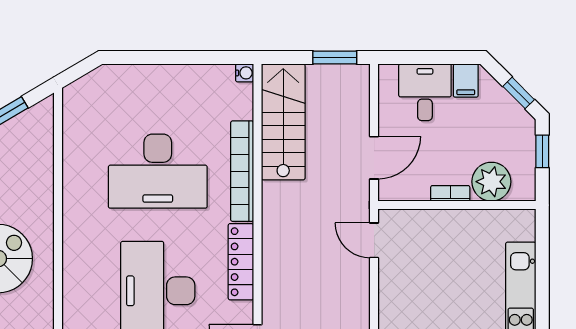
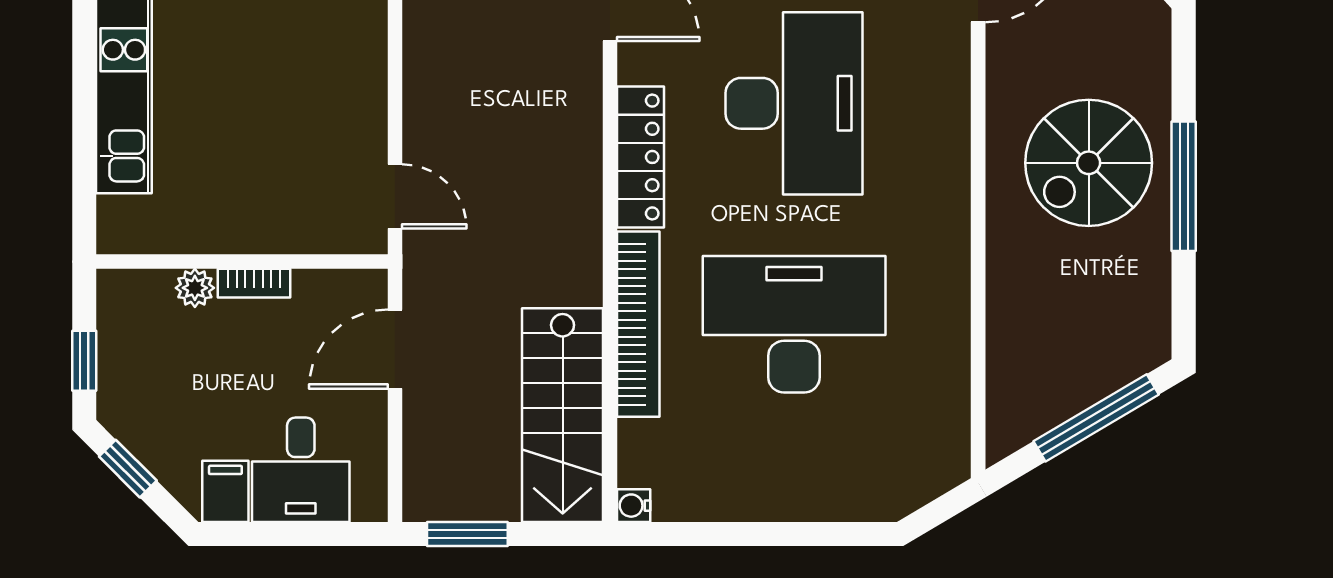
plant: (491, 182) -> (195, 288), width x0.53, depth x0.53

